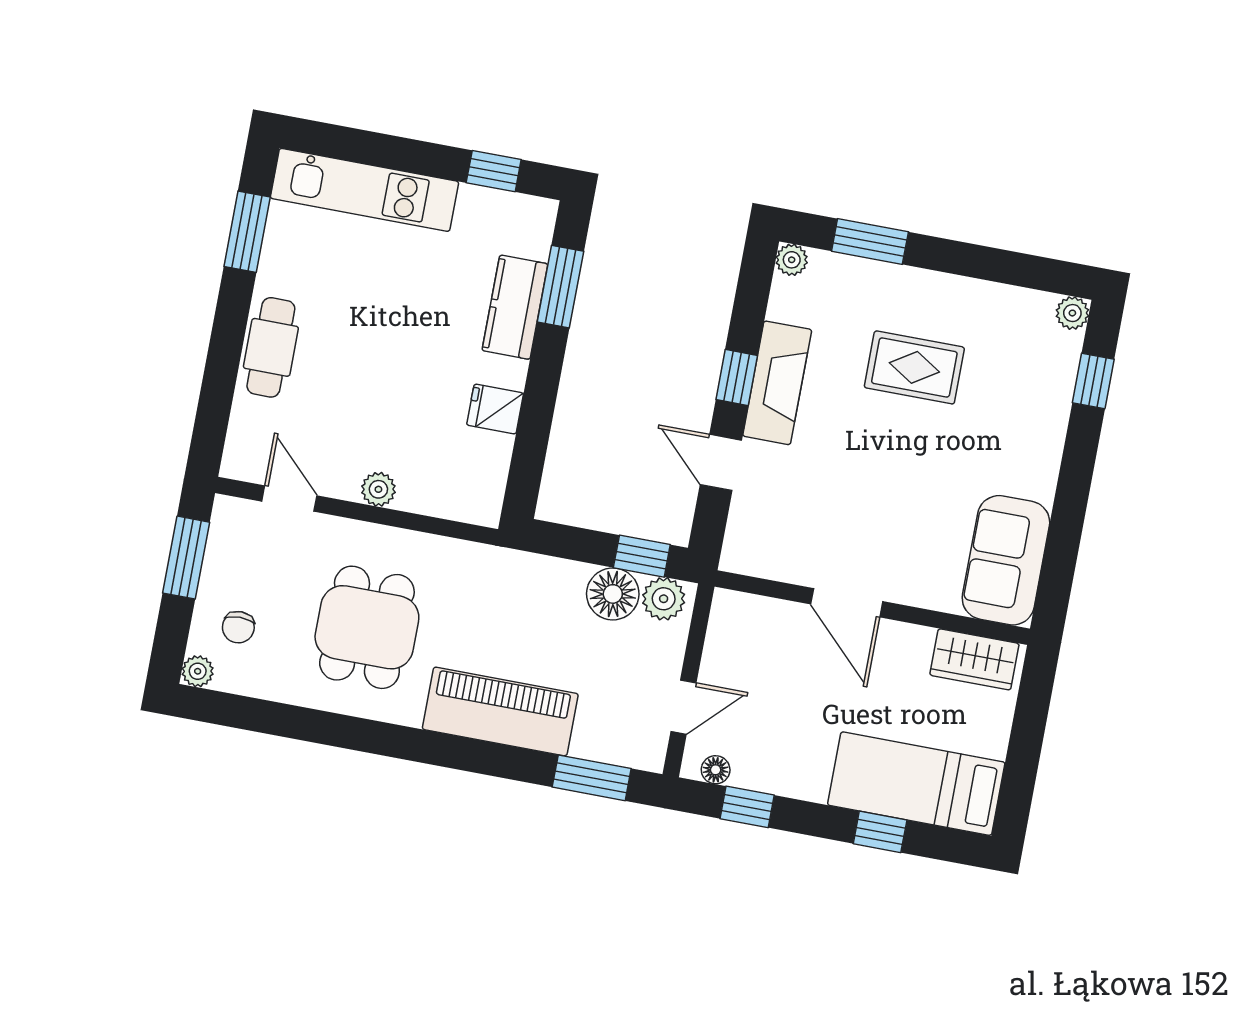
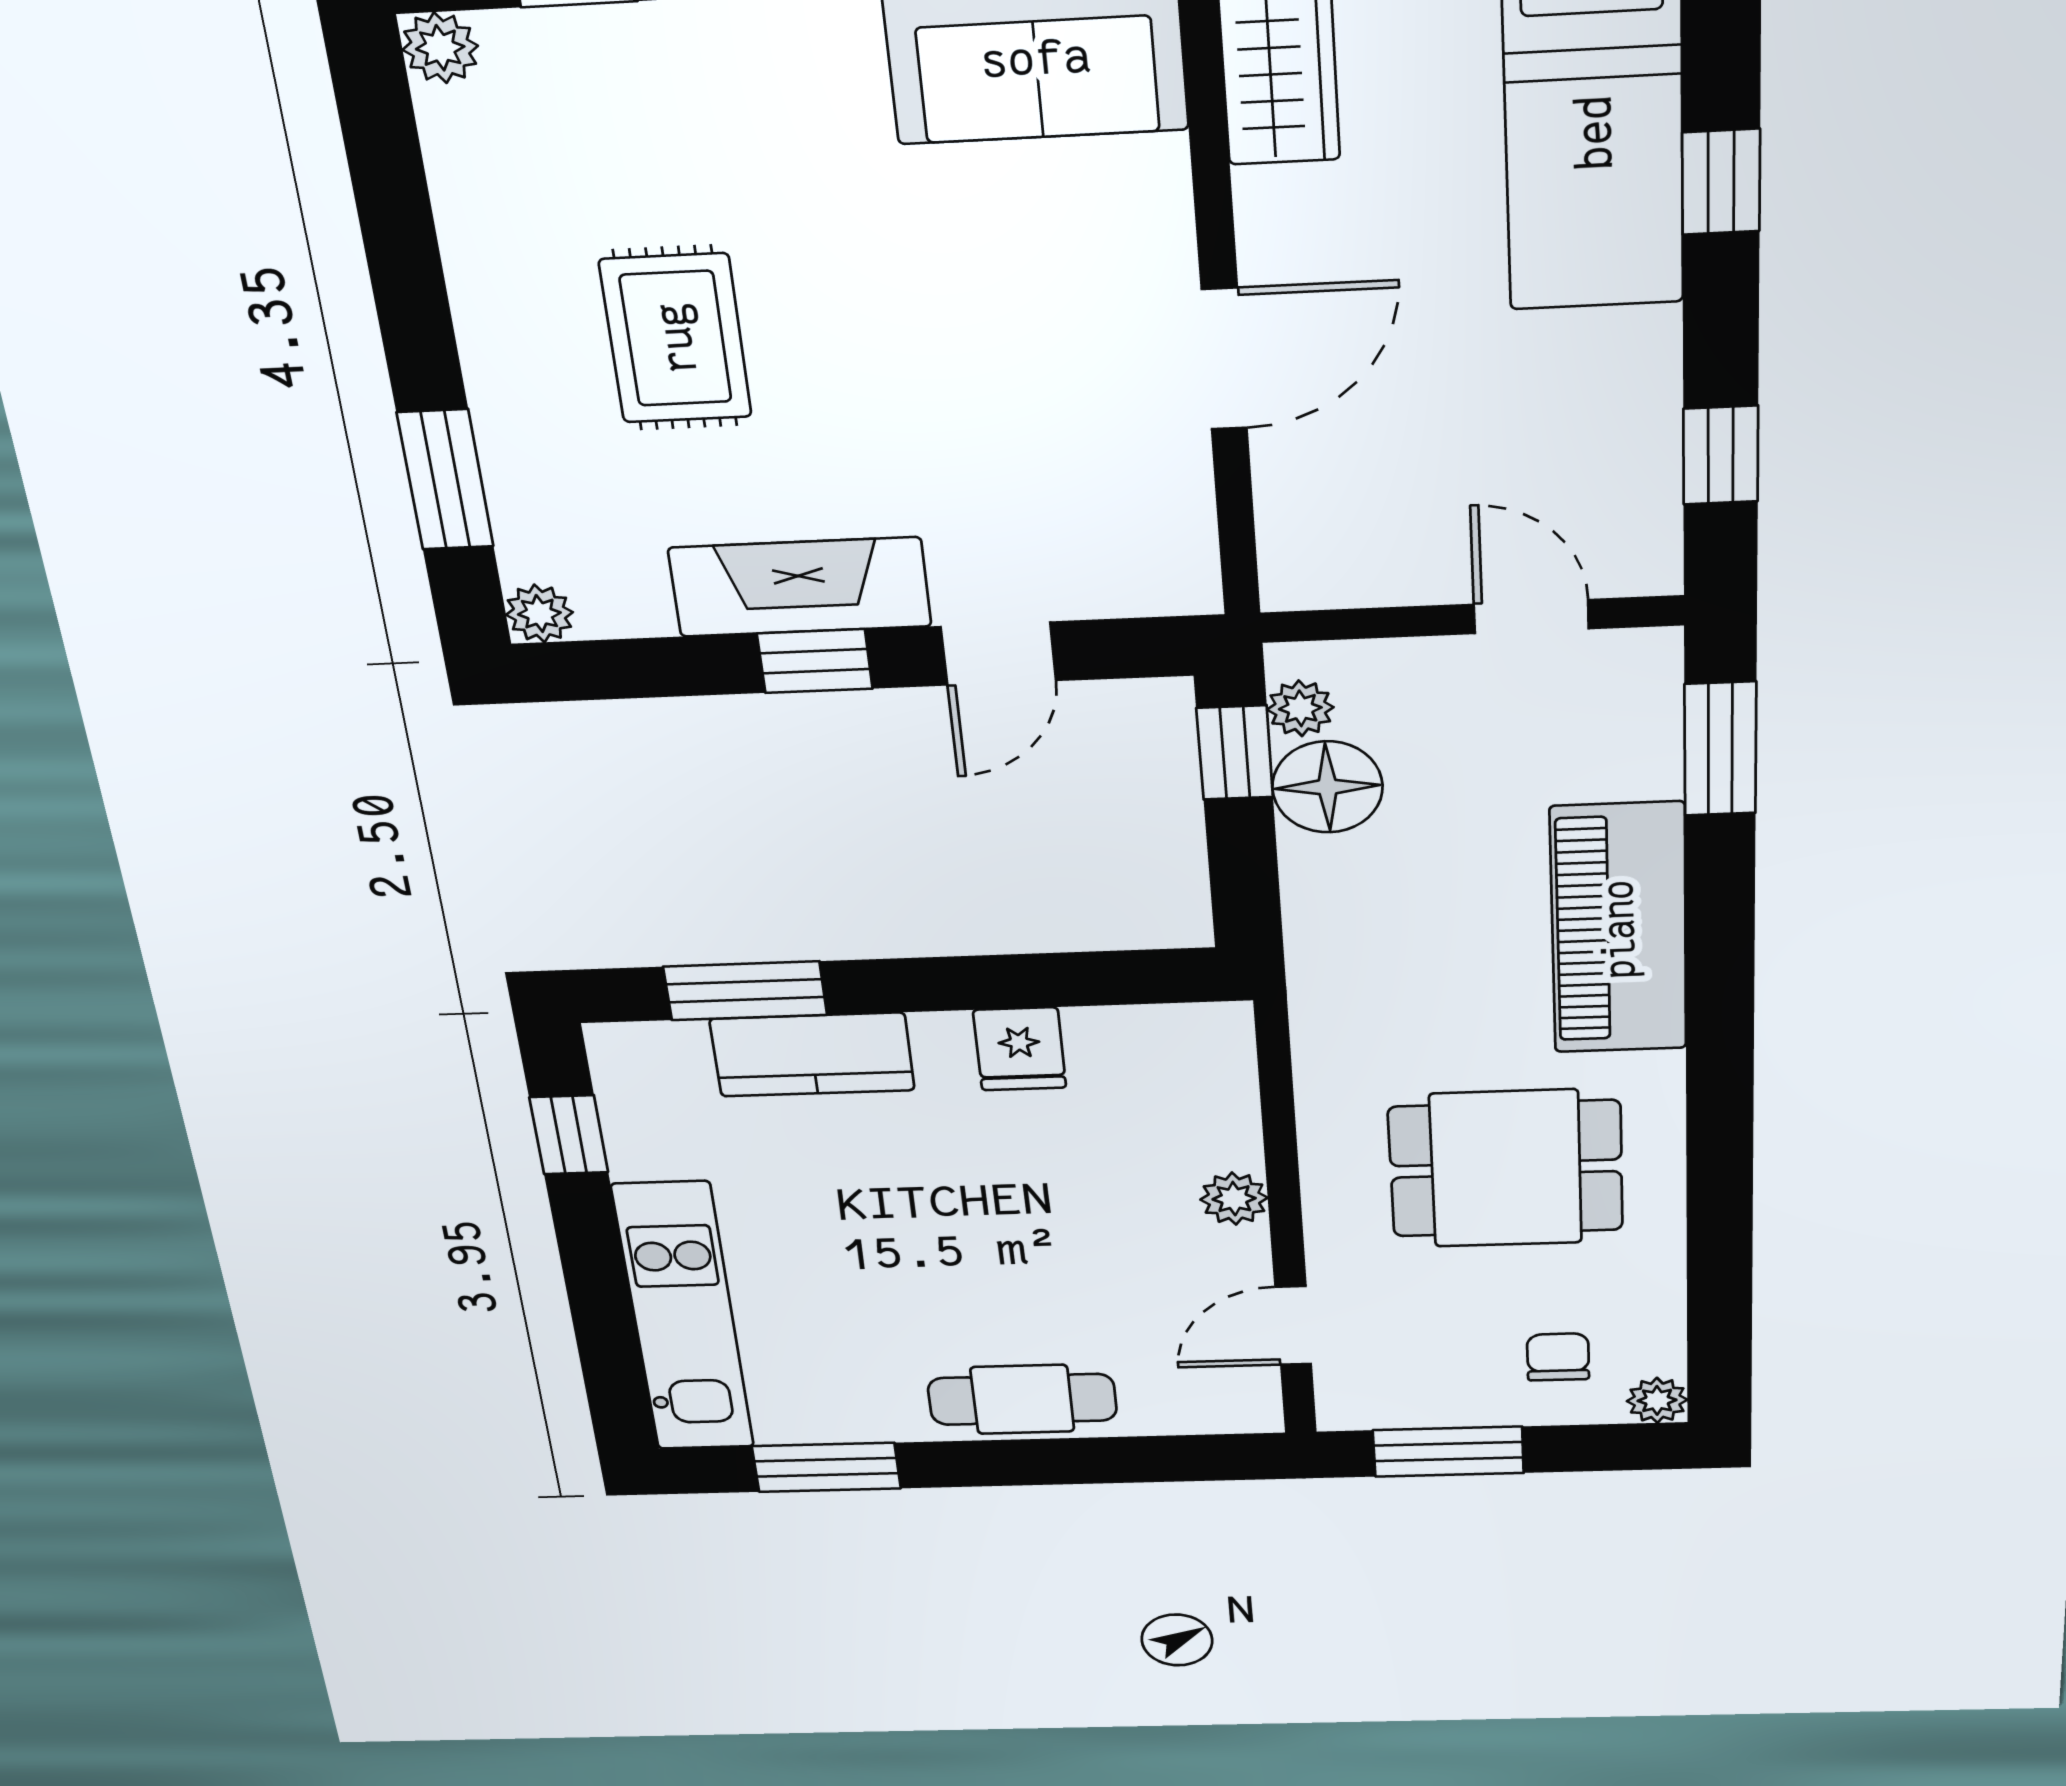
plant: (664, 599) -> (1300, 708), width x0.73, depth x0.73
chair: (238, 627) -> (1558, 1357), turned -90
floor lamp: (716, 770) -> (1652, 531), removed

